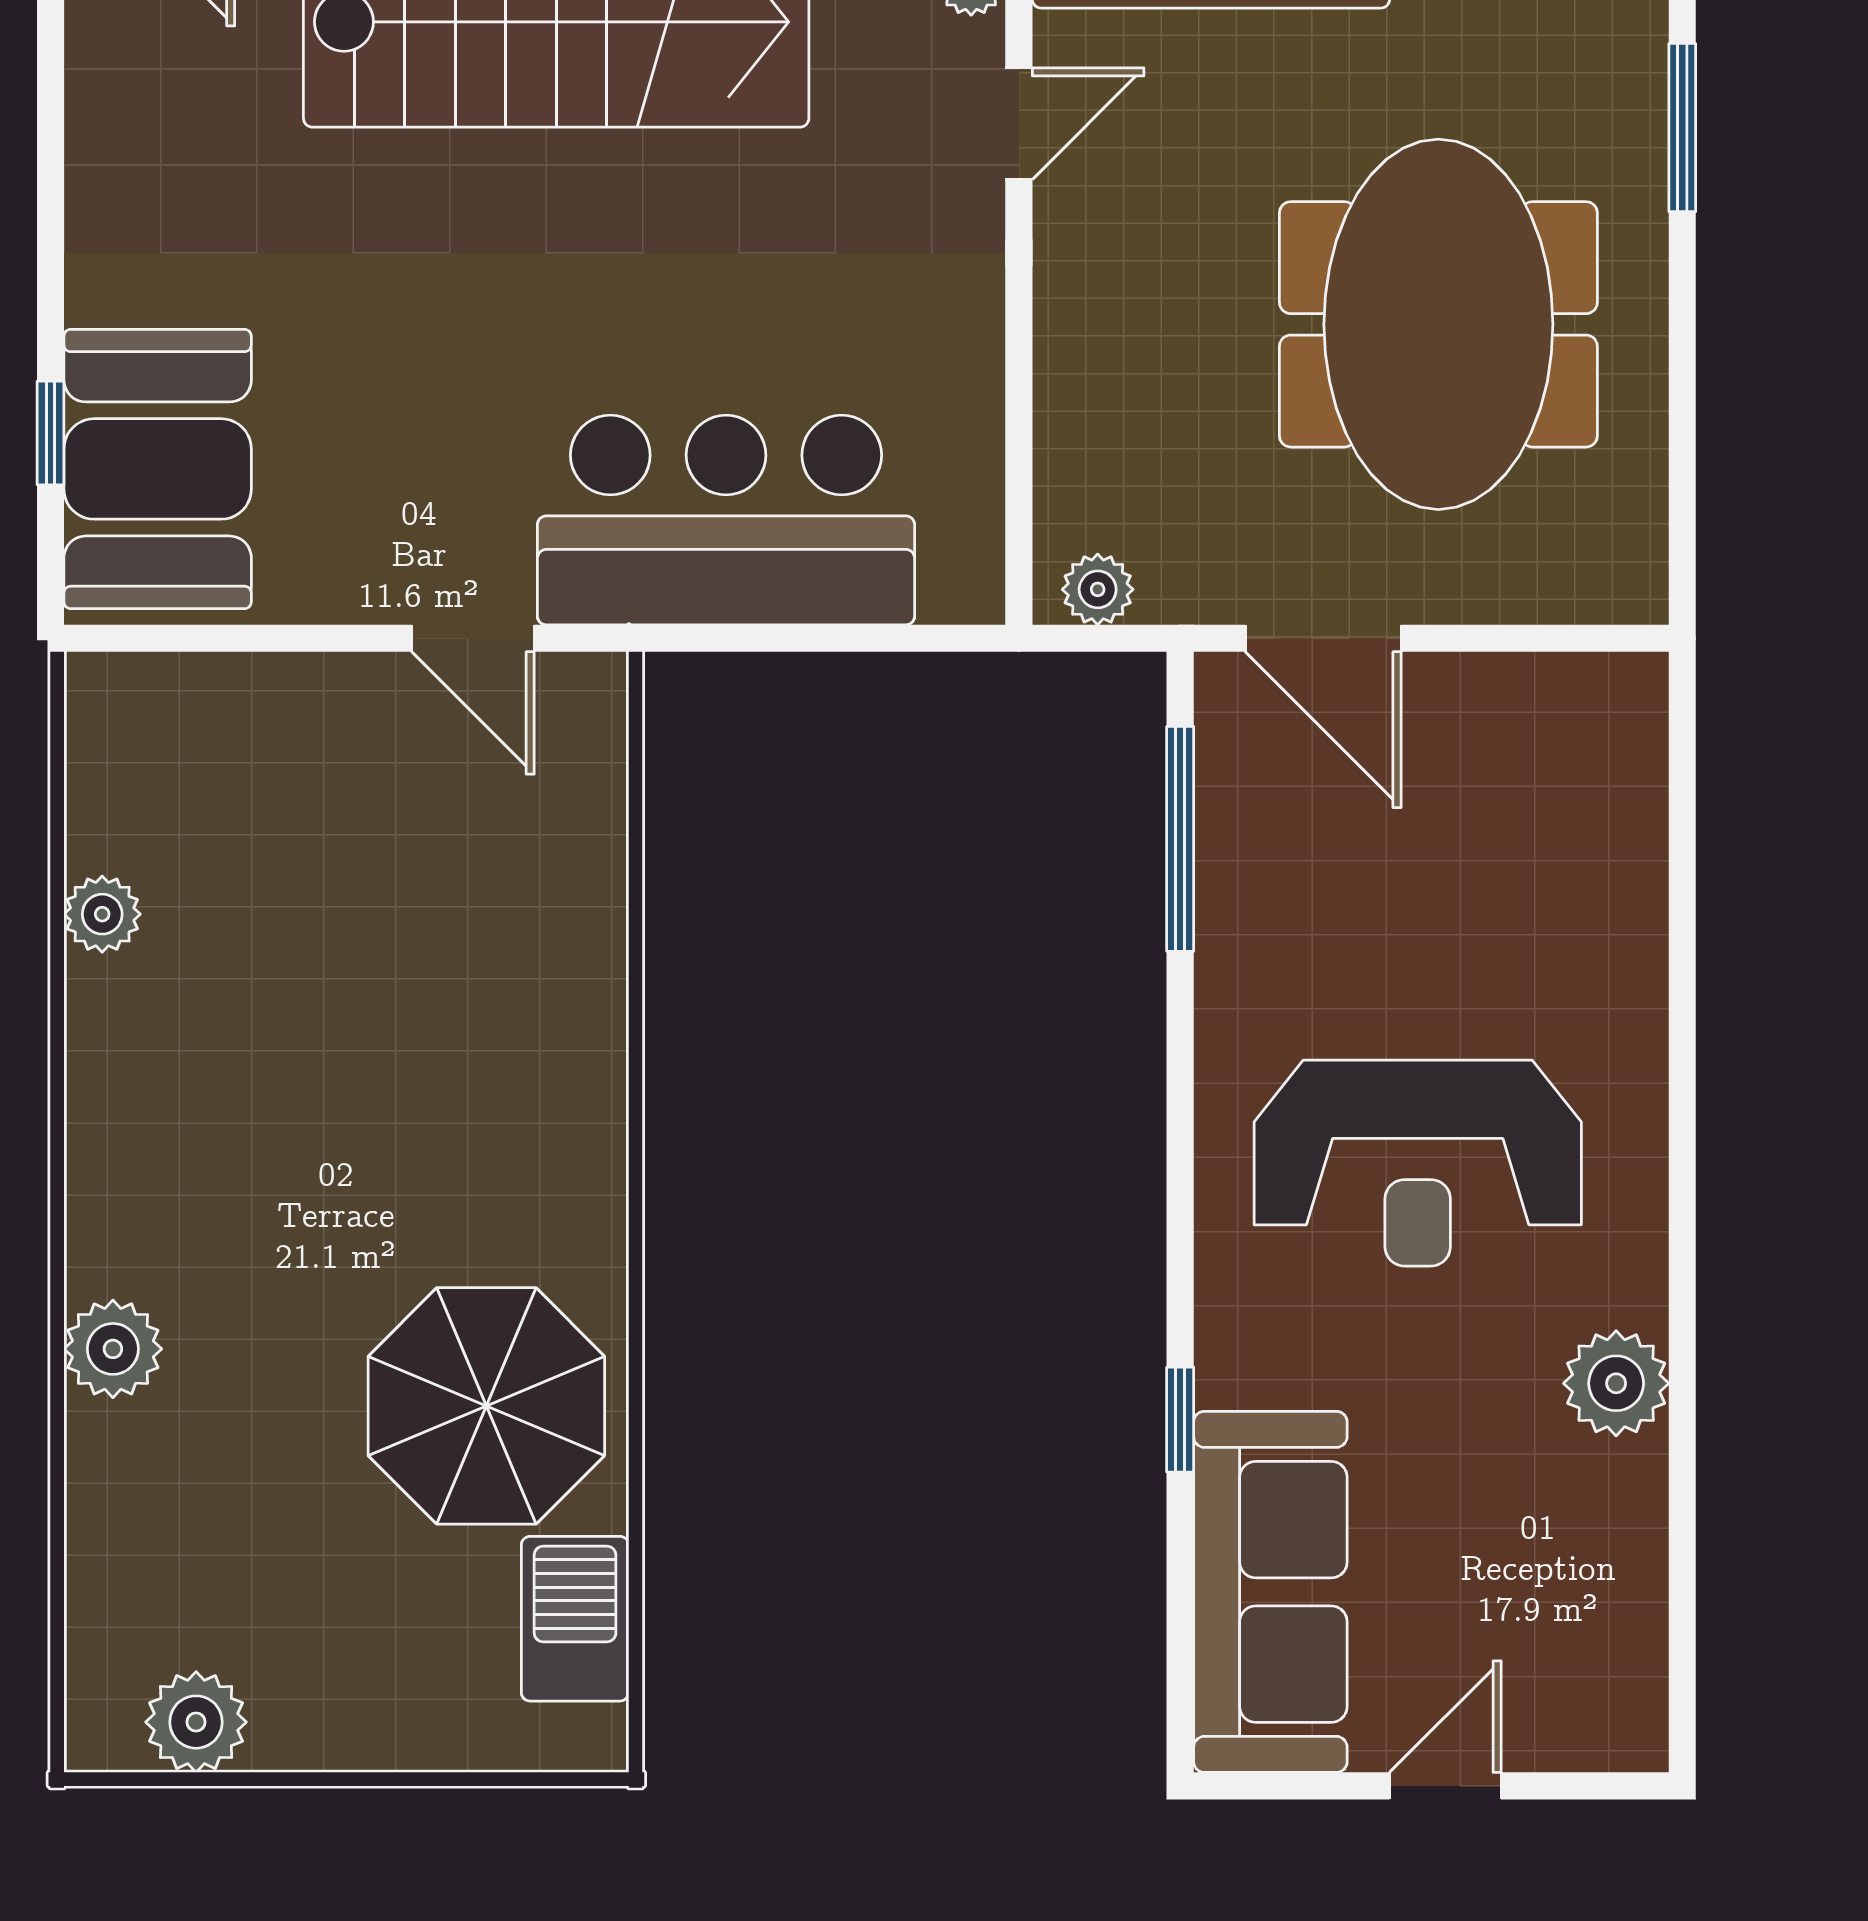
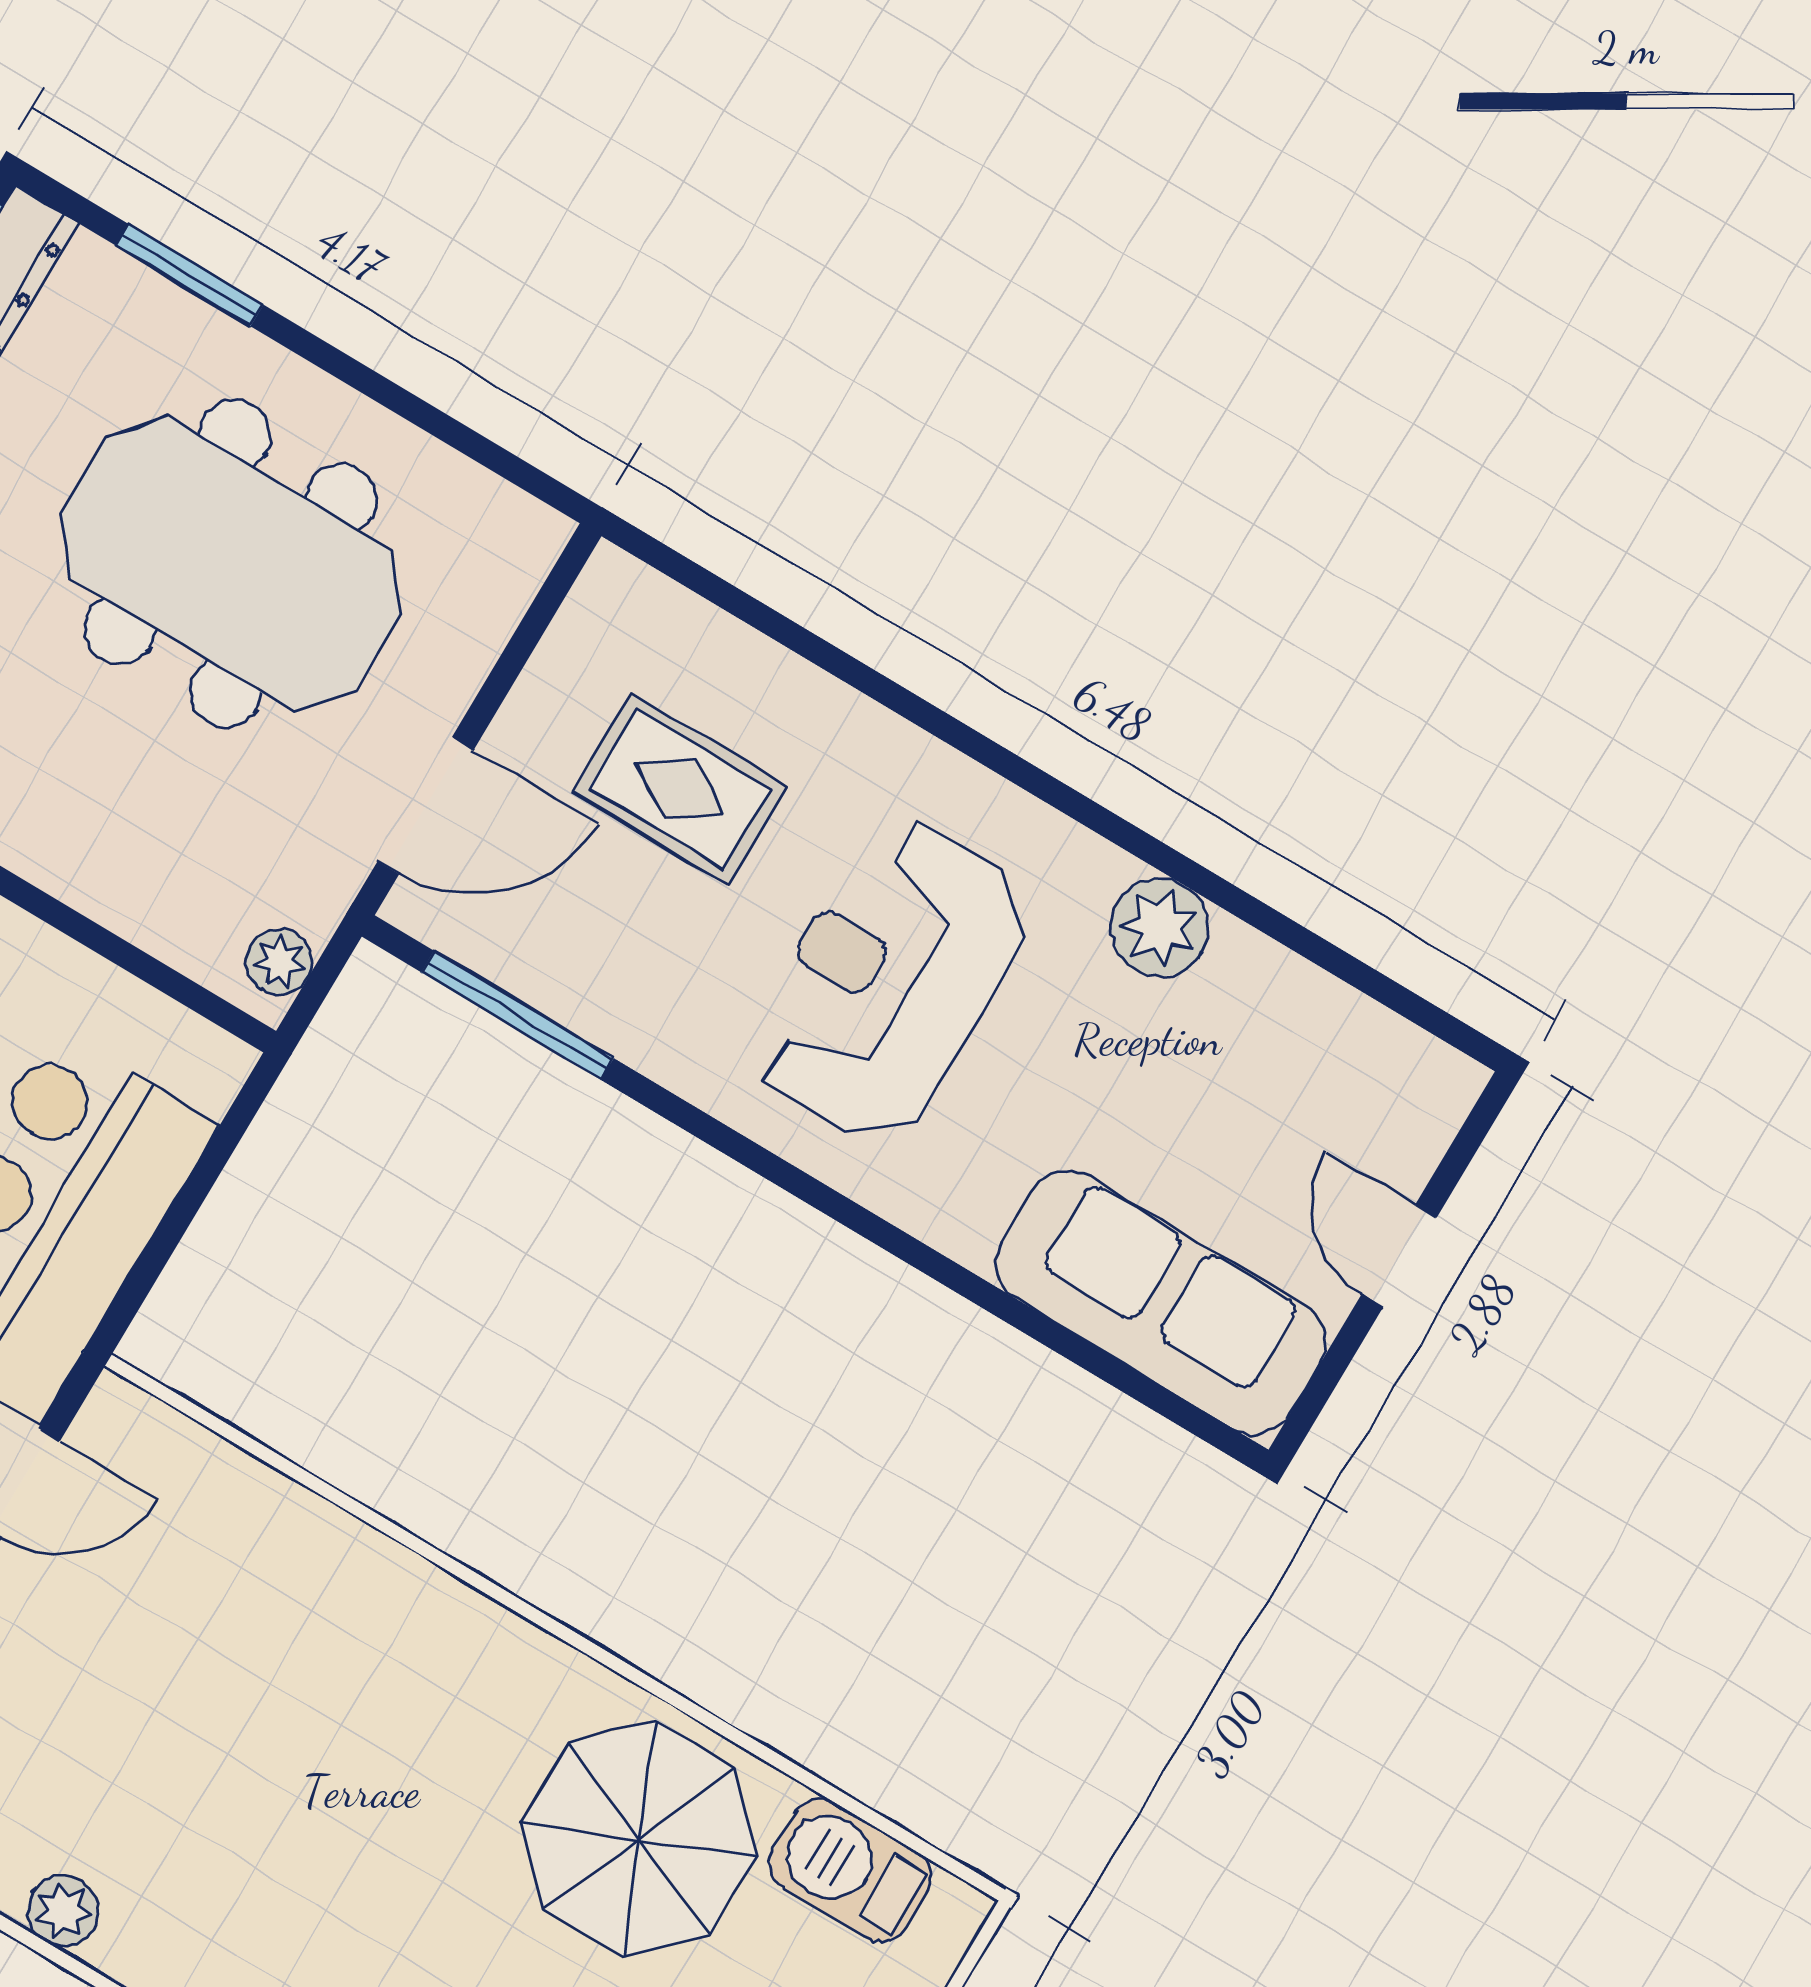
rug: (1479, 864) -> (680, 789), added
reception desk: (1418, 1163) -> (889, 981), turned 180
window: (1180, 1420) -> (981, 1292), removed

